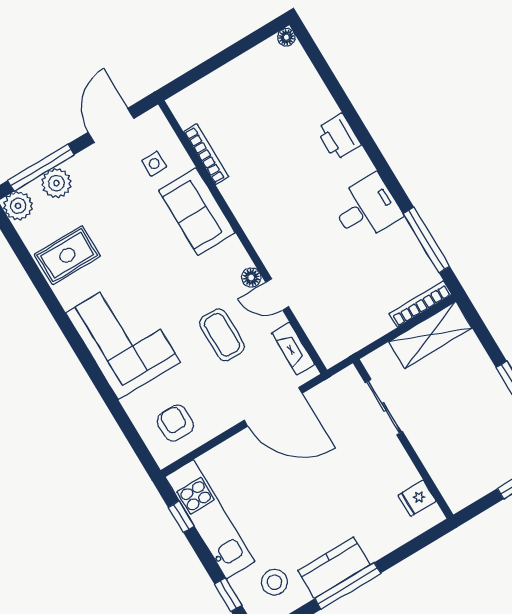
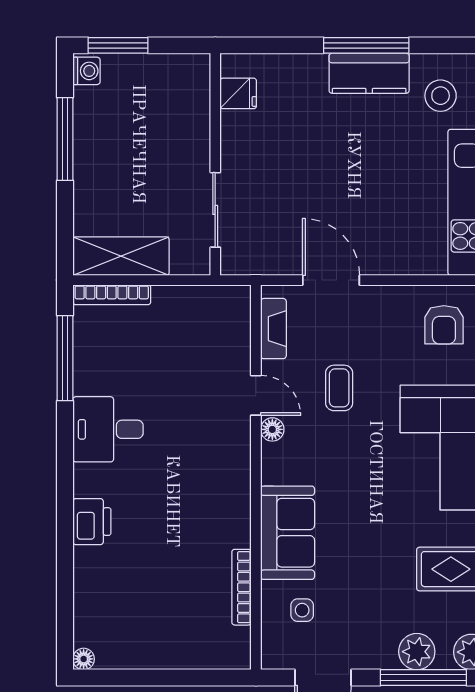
coffee table: (222, 335) -> (339, 388), width x0.73, depth x0.77
door: (273, 407) -> (331, 280), width x0.73

